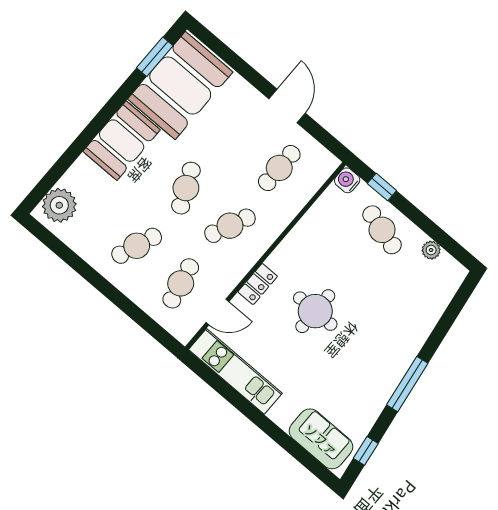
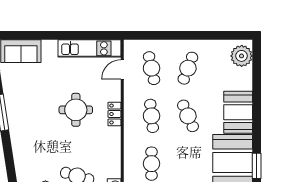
cafe table: (230, 226) -> (152, 116), turned -30
locker: (258, 284) -> (114, 114), moved

